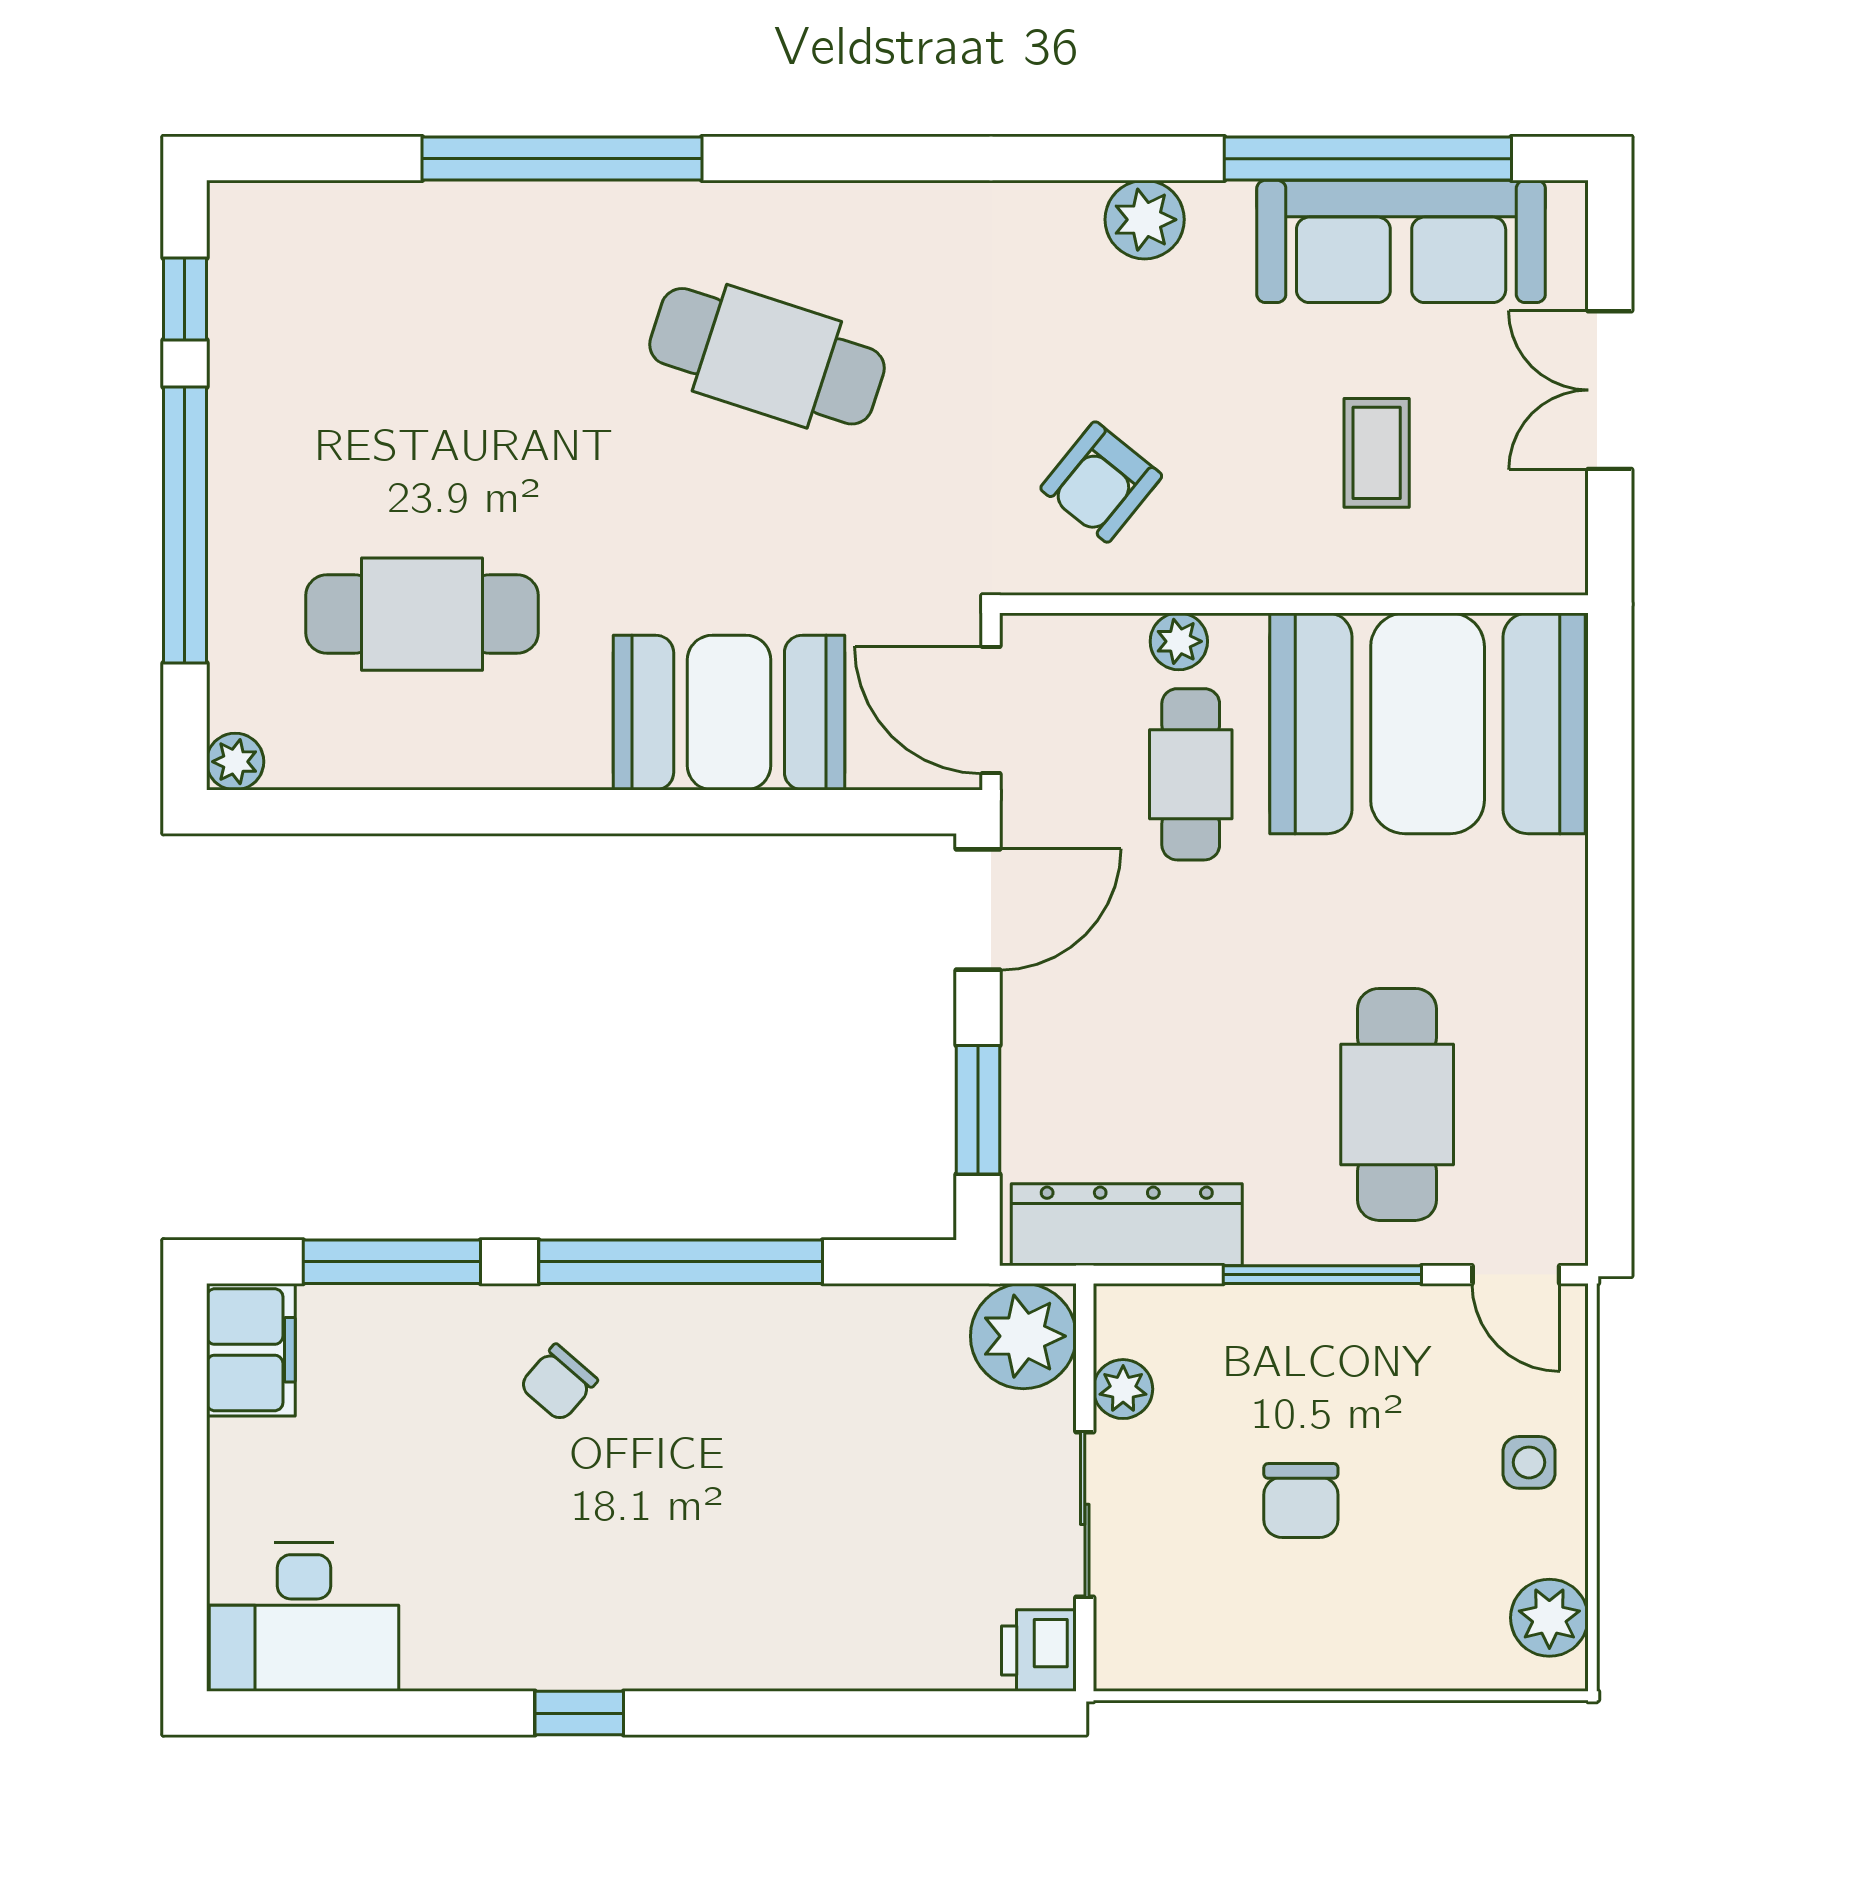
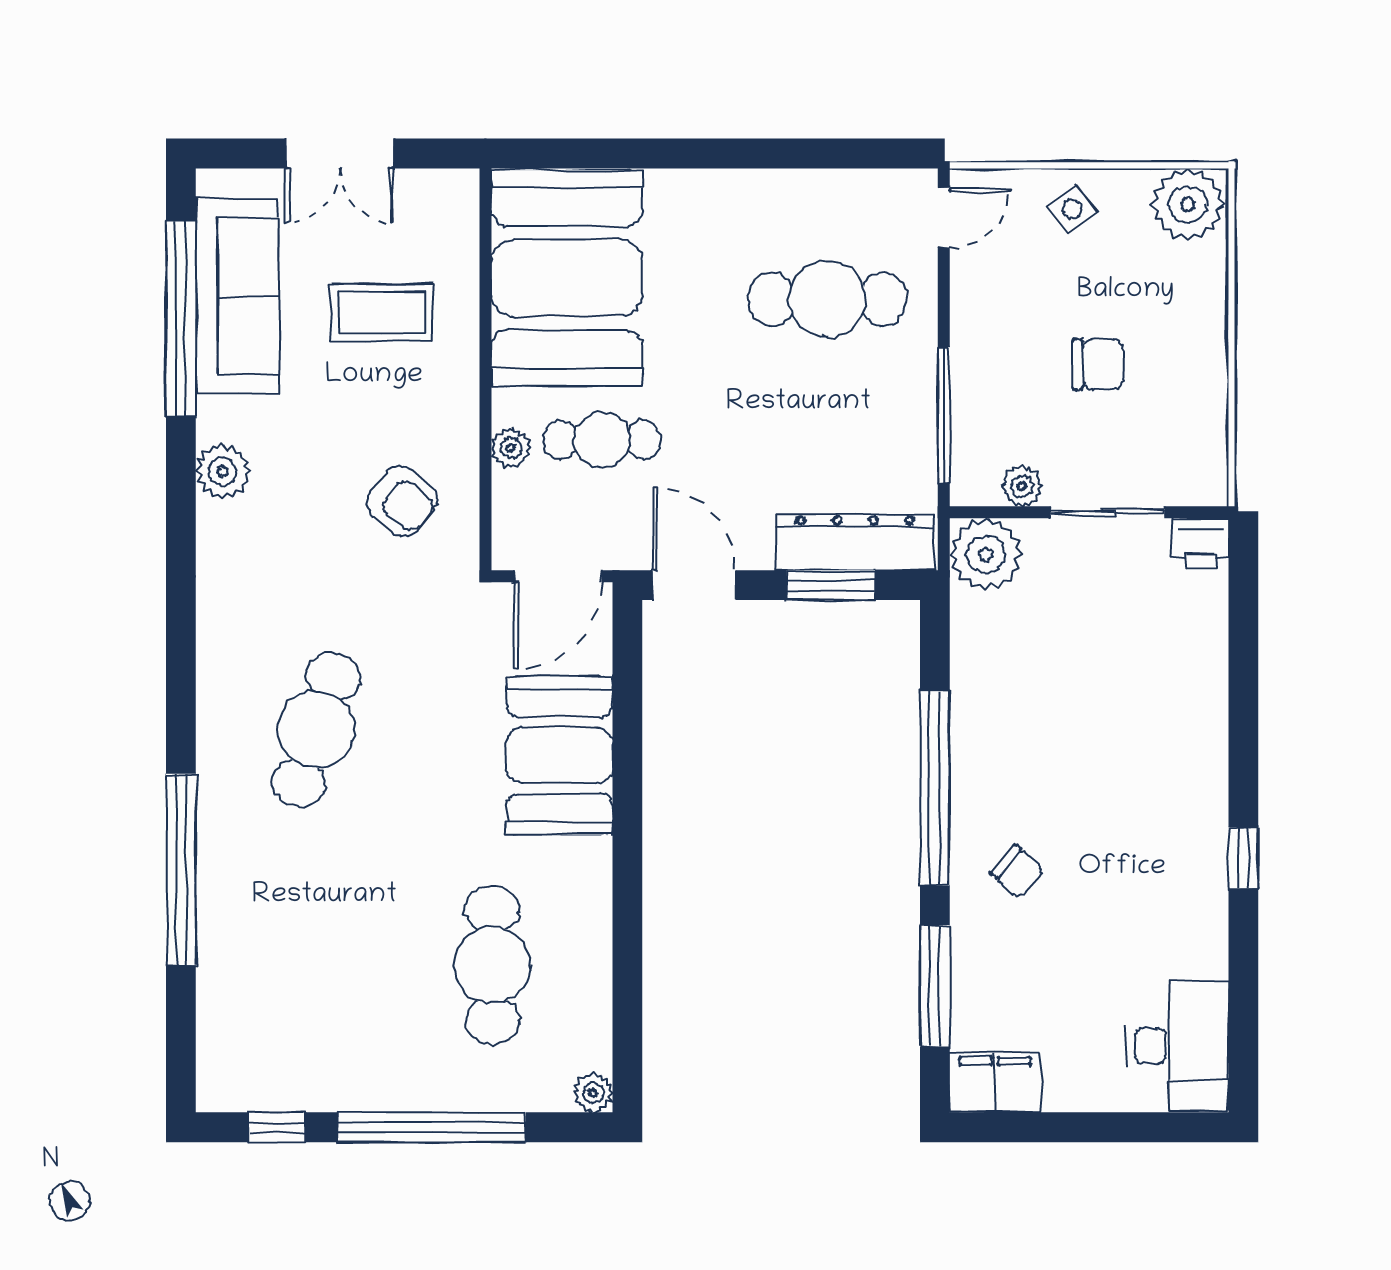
coffee table: (1377, 453) -> (382, 313), width x1.36, depth x1.30
dresser: (1127, 1225) -> (855, 542), moved, turned 90
window: (1322, 1275) -> (944, 415), moved
side table: (1529, 1462) -> (1072, 209), turned -37
plant: (1549, 1618) -> (1188, 204), width x1.36, depth x1.36

